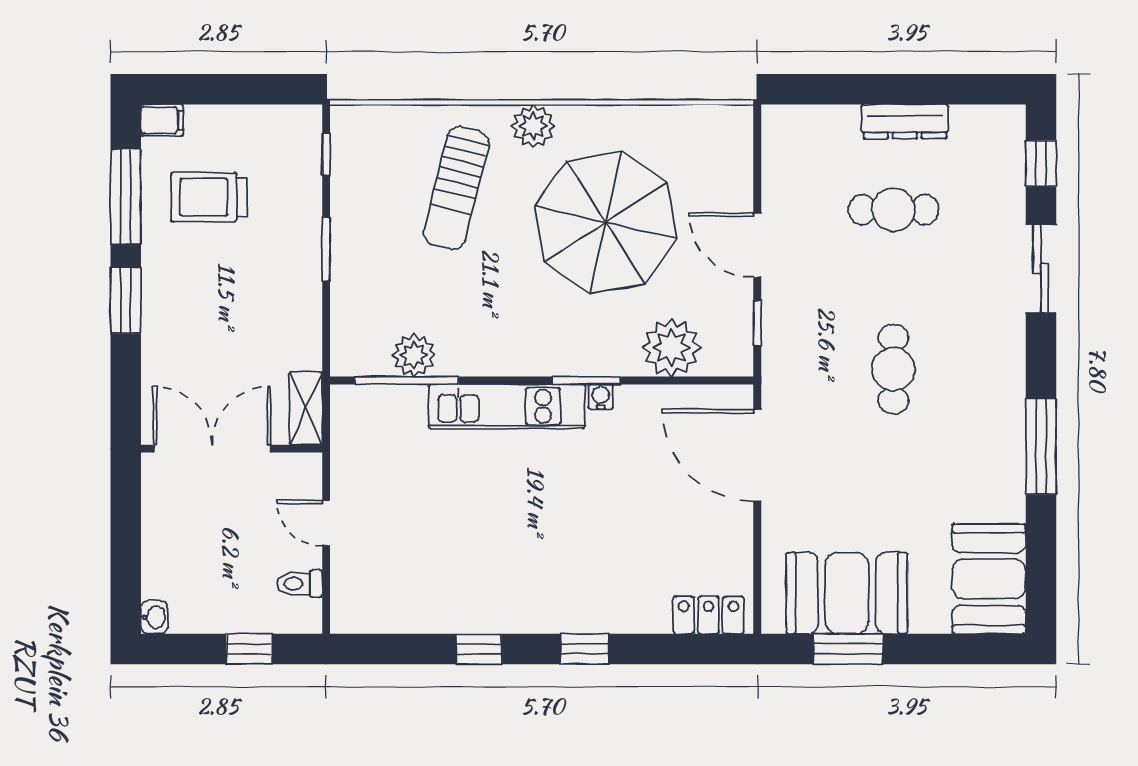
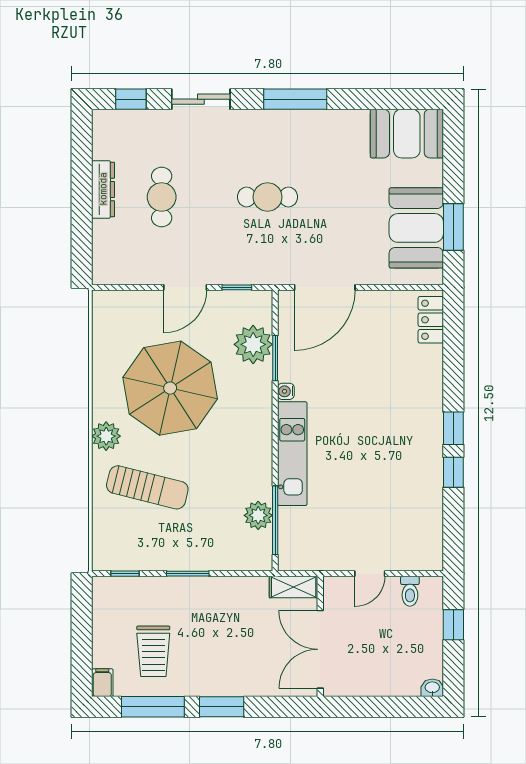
window: (587, 380) -> (275, 358), moved
window: (1041, 446) -> (295, 99), moved
window: (585, 649) -> (453, 428), moved

